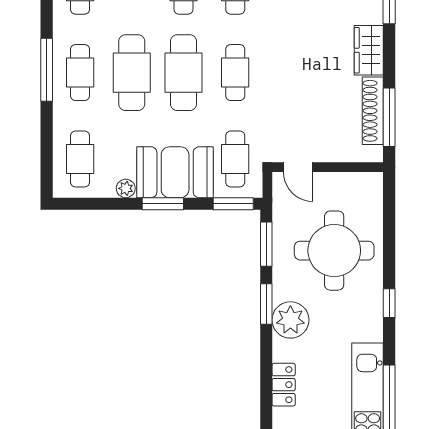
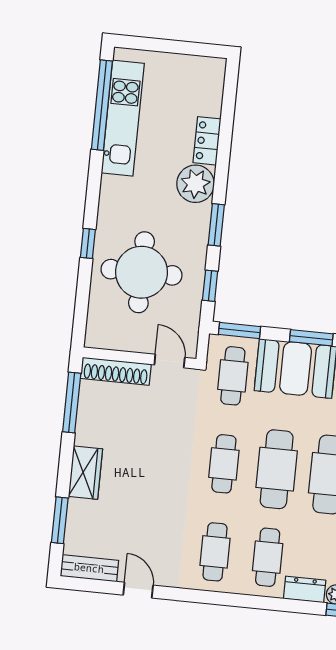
shoe rack: (373, 111) -> (116, 371), moved, turned 90
window: (266, 244) -> (210, 286), width x0.67
window: (389, 303) -> (88, 243), moved
plant: (290, 320) -> (195, 184), moved

